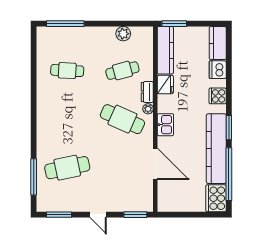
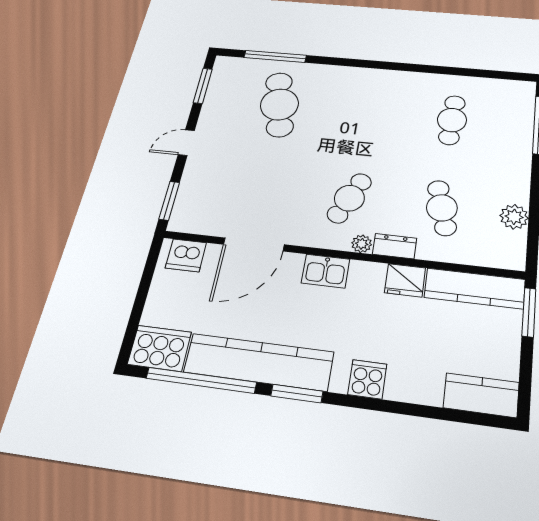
dishwasher: (218, 70) -> (186, 255), moved, turned 180
cafe table: (122, 119) -> (349, 198), width x0.73, depth x0.74

